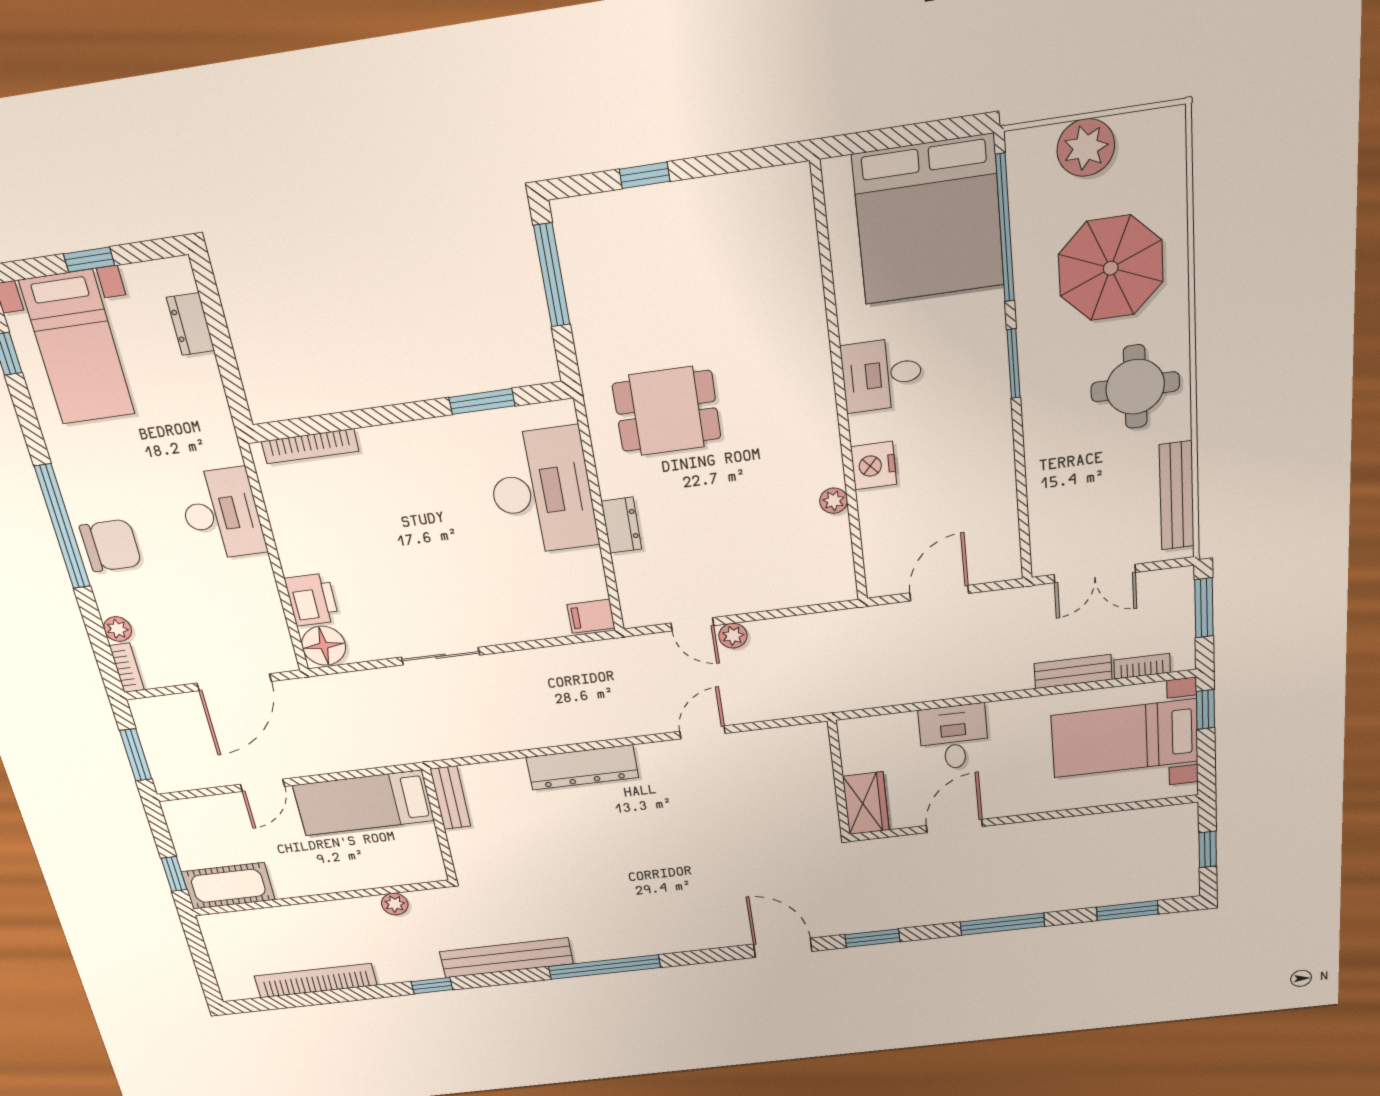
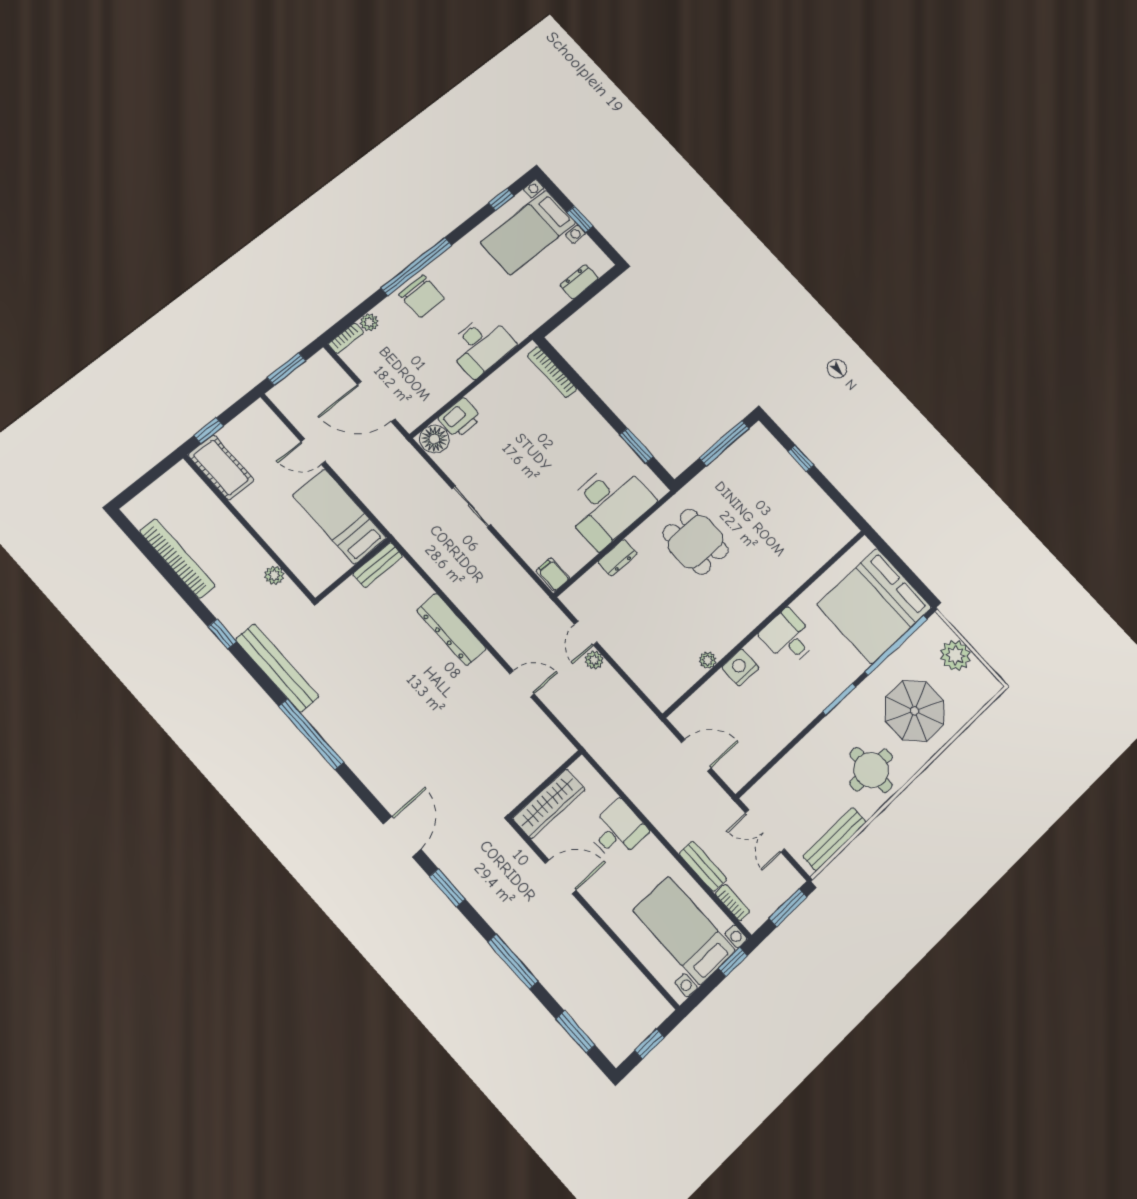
wardrobe: (866, 803) -> (549, 804), width x1.50

